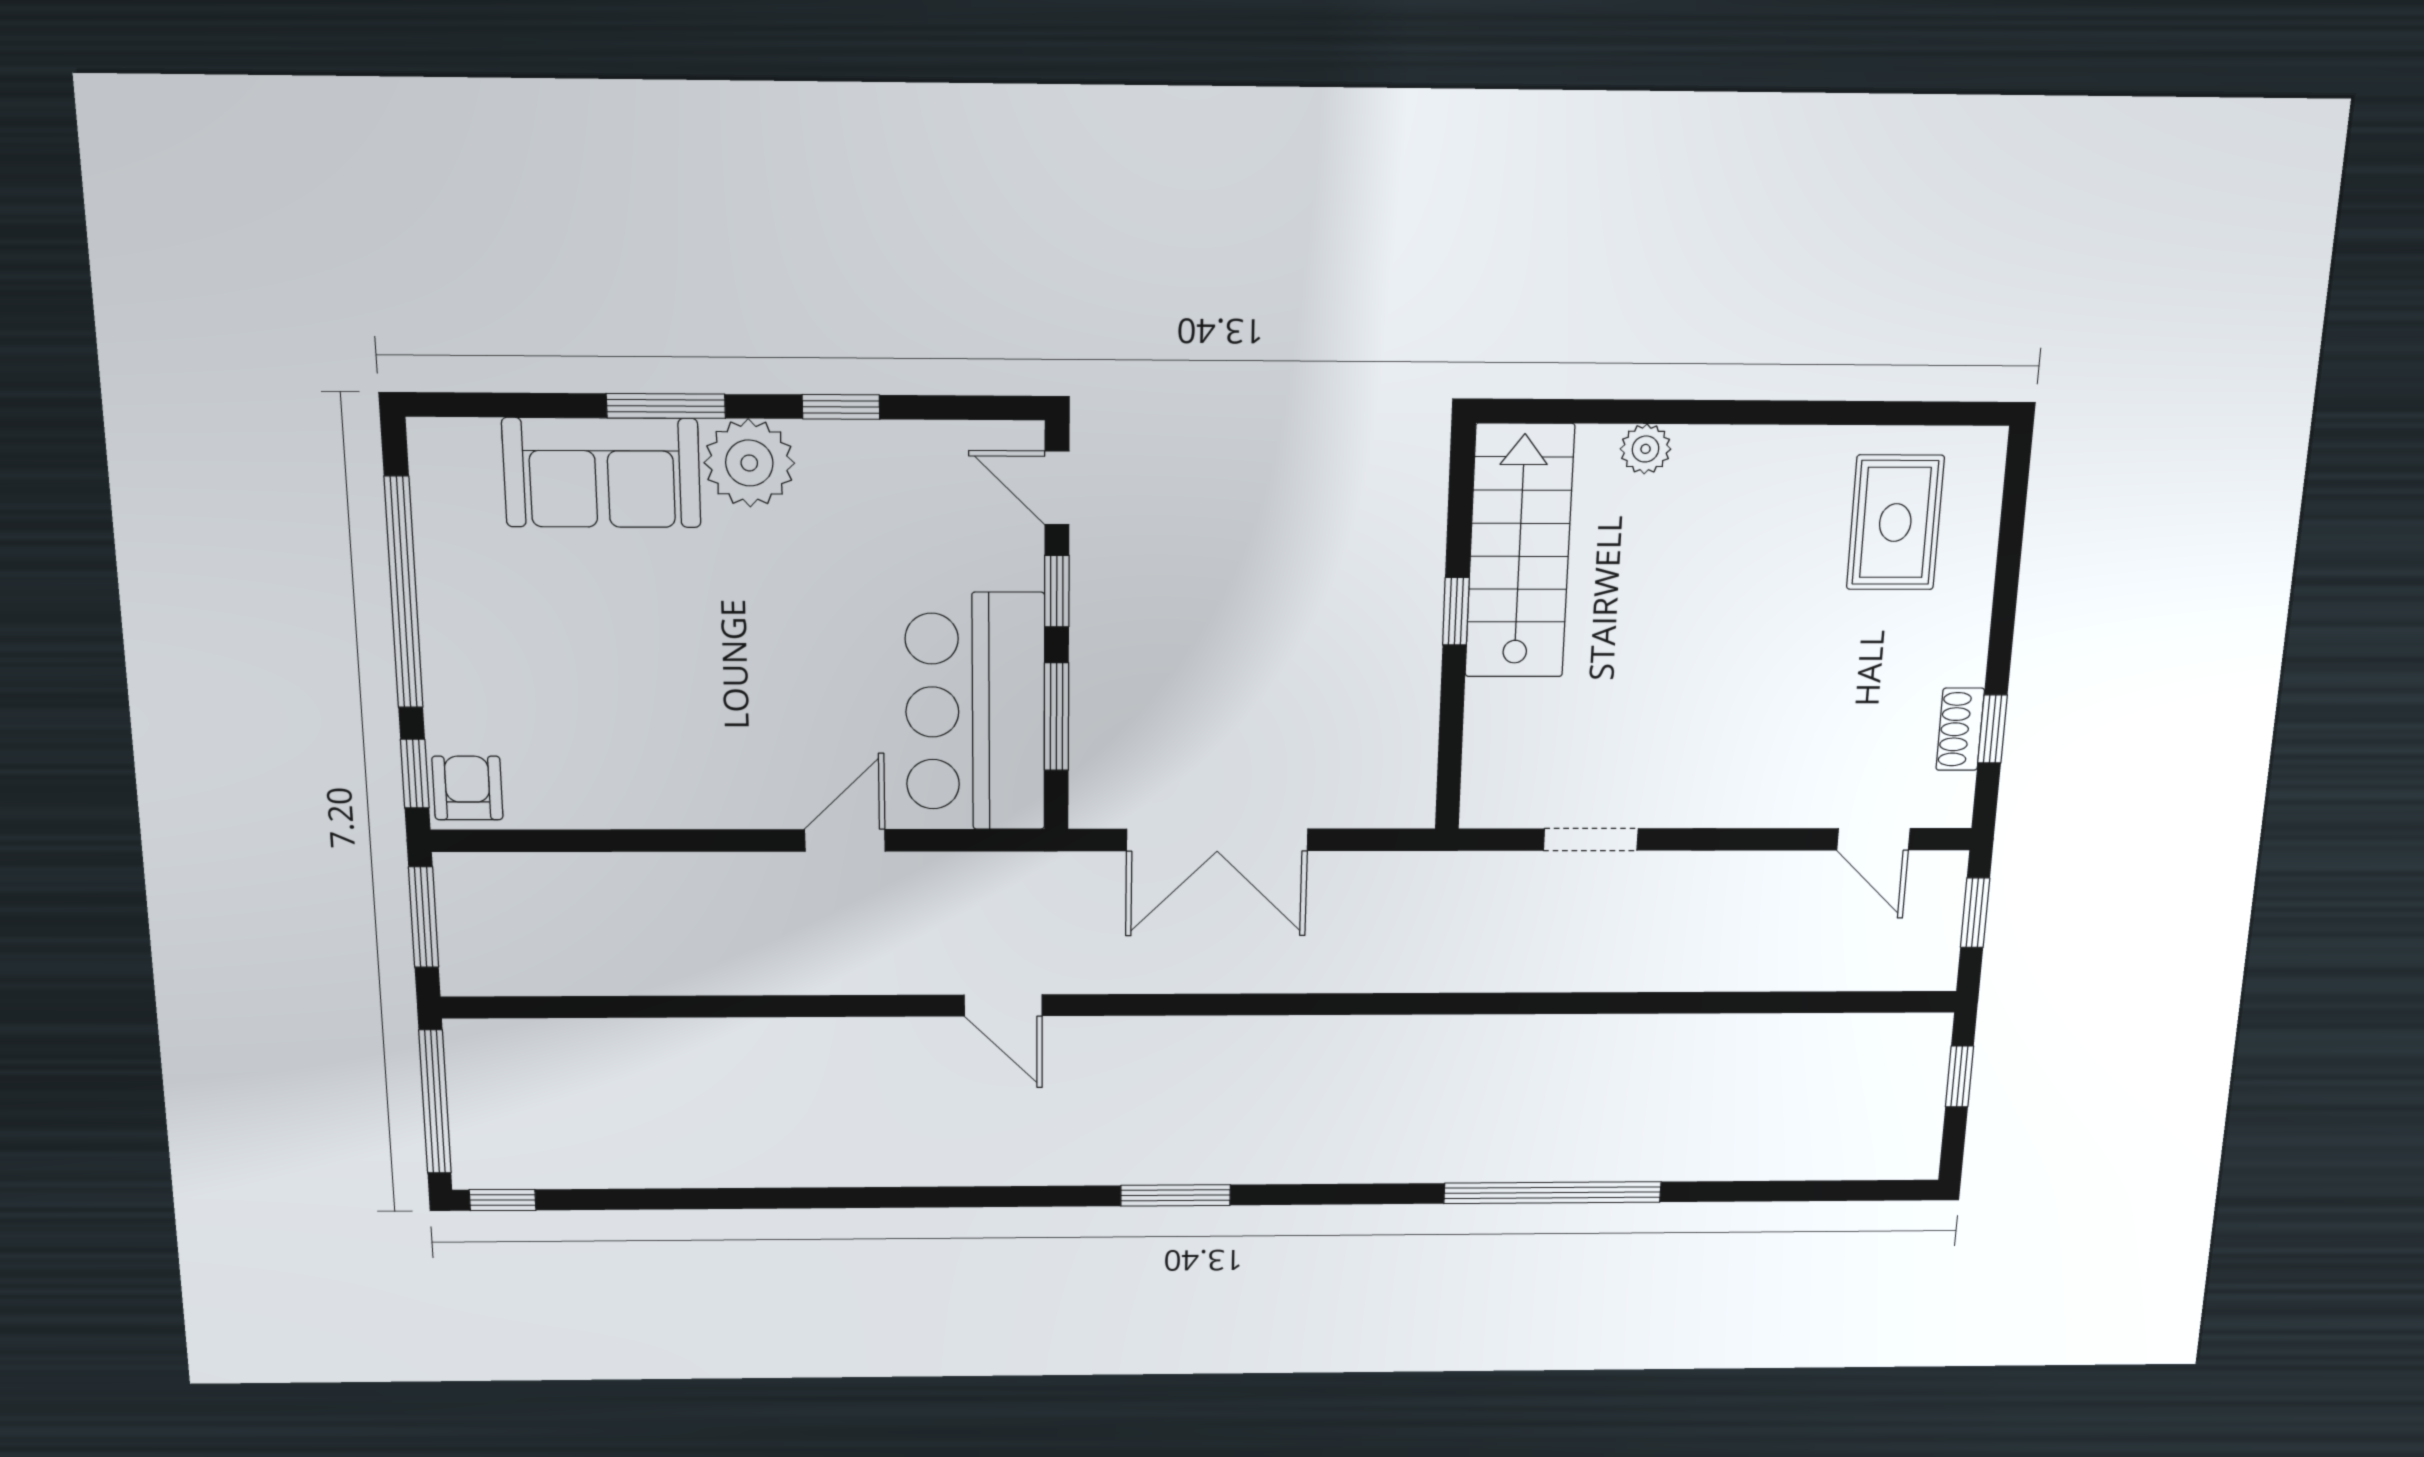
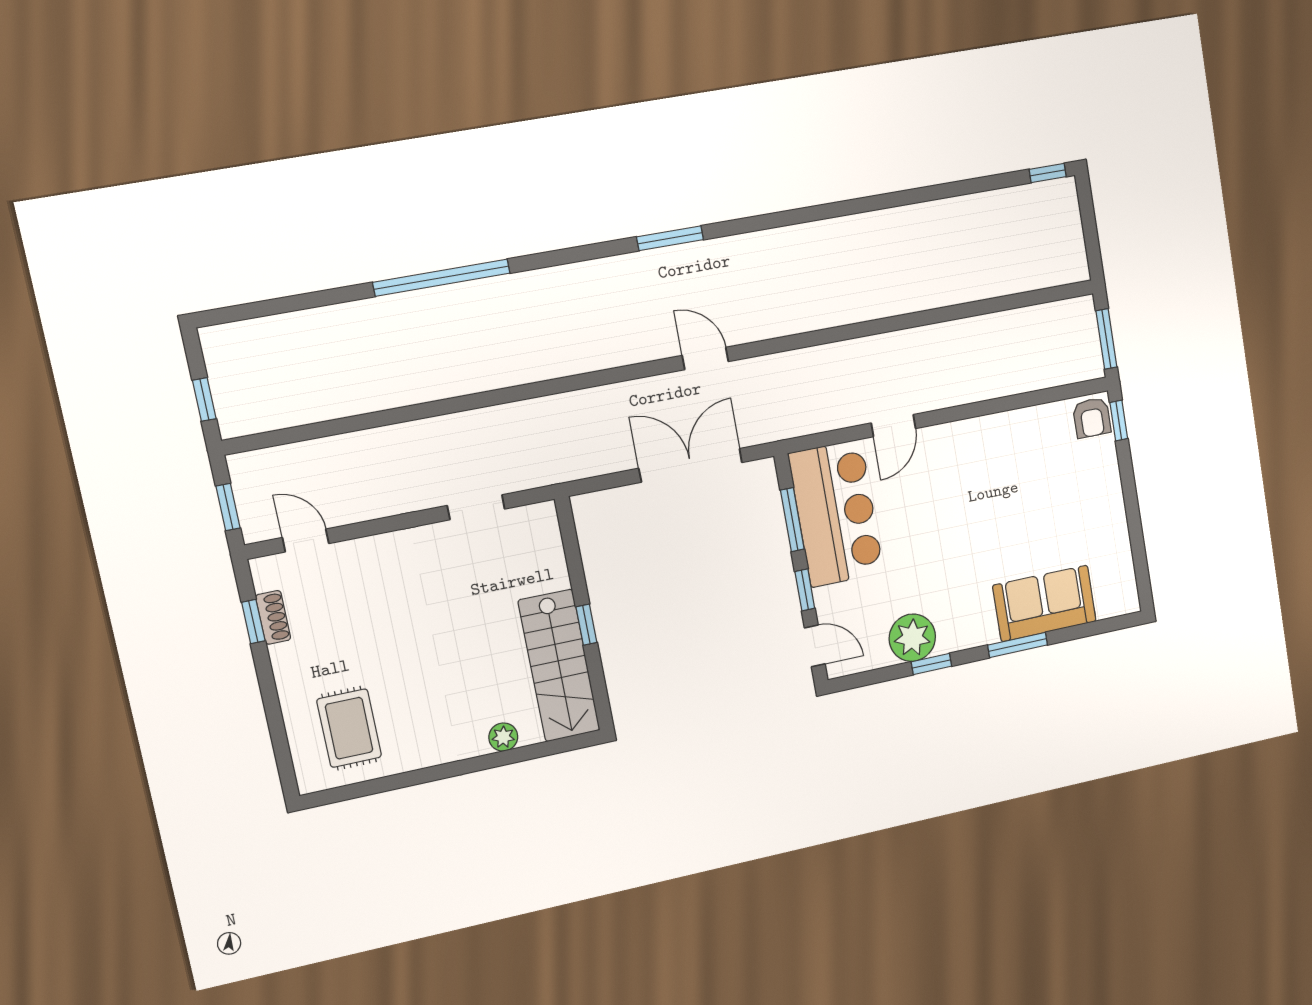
plant: (749, 463) -> (912, 638), moved
window: (404, 593) -> (1134, 519), removed
door: (1003, 1005) -> (705, 358), moved
window: (435, 1102) -> (1090, 229), removed

